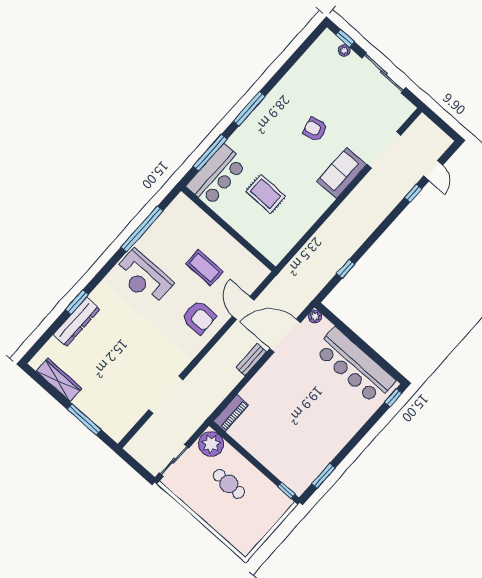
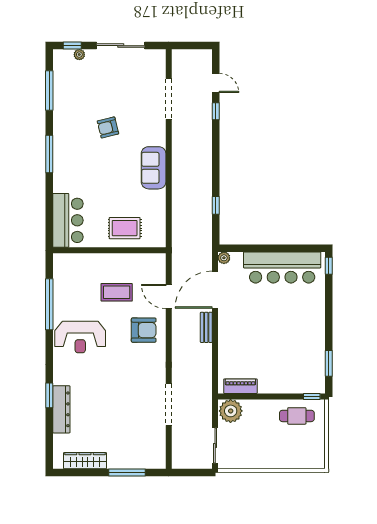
window: (210, 153) -> (49, 90), moved
sofa: (342, 173) -> (154, 168), moved
rug: (266, 194) -> (125, 228), moved
piano: (231, 413) -> (240, 386), moved, turned -90
cafe table: (229, 484) -> (297, 416), moved

